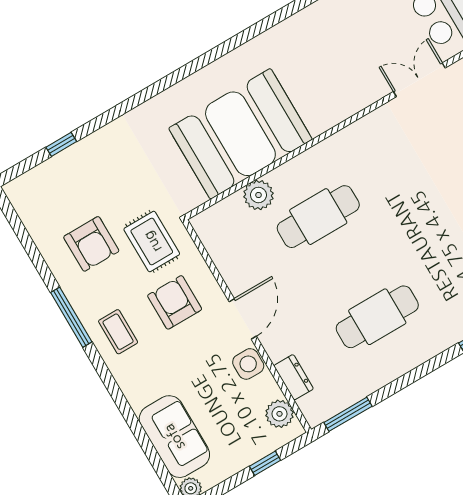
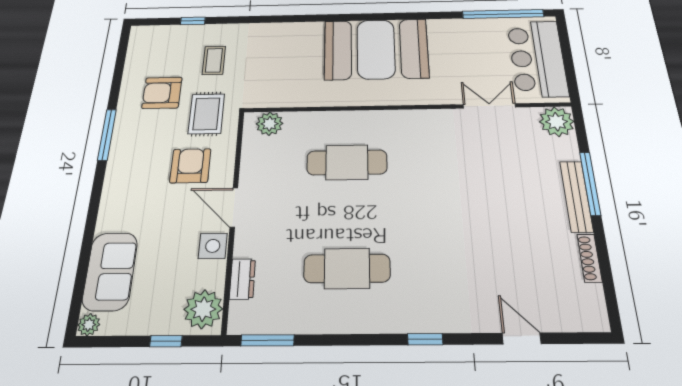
booth: (240, 134) -> (376, 49), moved
plant: (258, 195) -> (270, 124), moved
armchair: (91, 244) -> (162, 93), turned 90
door: (243, 319) -> (234, 207), swing flipped
coffee table: (118, 332) -> (214, 60), moved
plant: (279, 414) -> (203, 309), width x1.36, depth x1.36

